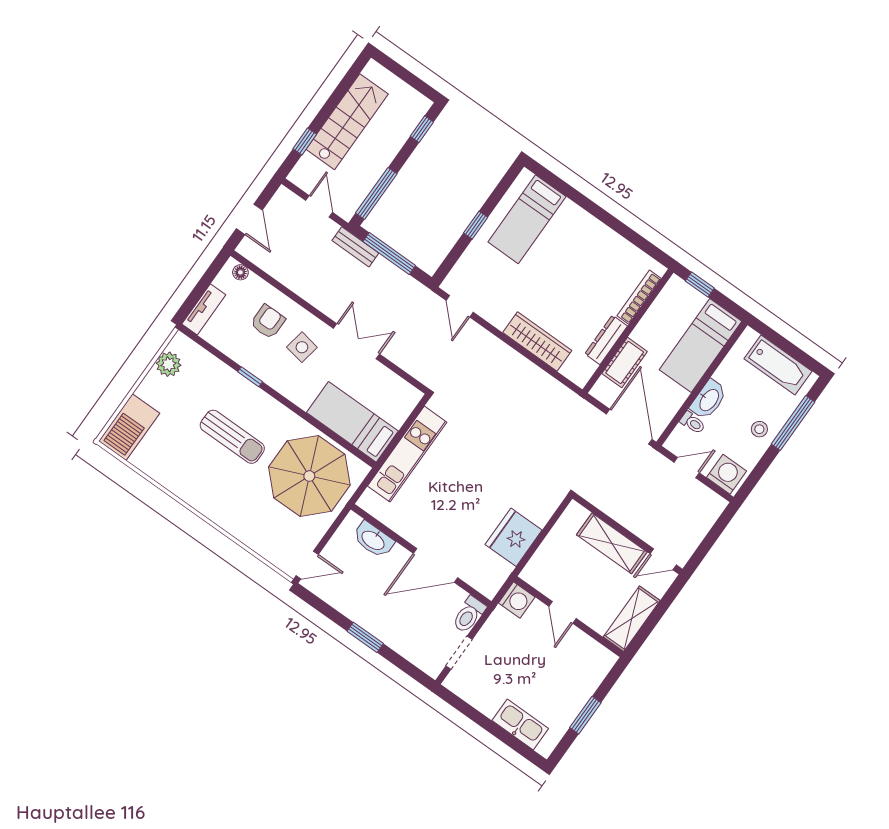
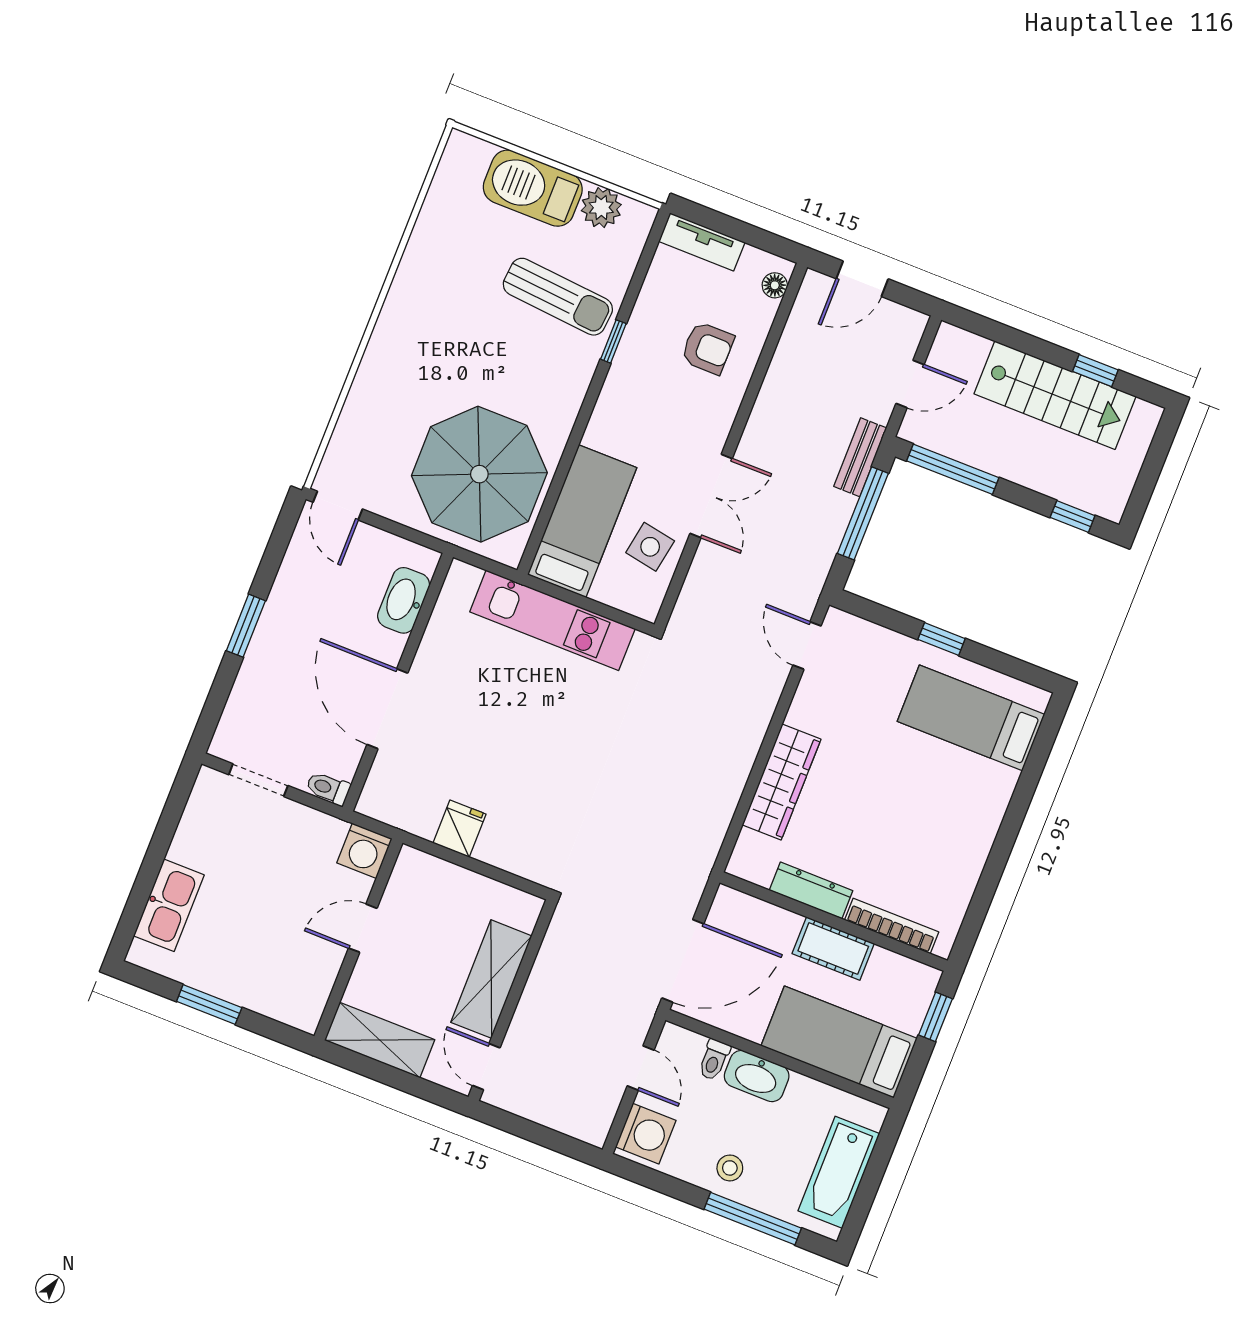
window: (305, 141) -> (1095, 371), moved
door: (460, 306) -> (807, 645), hinge flipped
side table: (302, 347) -> (650, 547), moved
cot: (625, 363) -> (833, 949), moved
barbecue: (129, 427) -> (533, 188), moved
sun lounger: (232, 437) -> (558, 297), moved, turned -85
fridge: (514, 537) -> (460, 829), width x0.53, depth x0.75
toilet: (469, 615) -> (328, 788), width x0.73, depth x0.72

